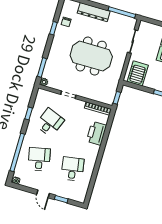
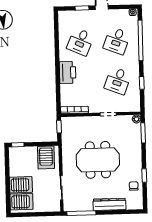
printer: (96, 133) -> (68, 72), moved
desk: (39, 159) -> (117, 41), turned 33
desk: (72, 169) -> (80, 42), turned 33

